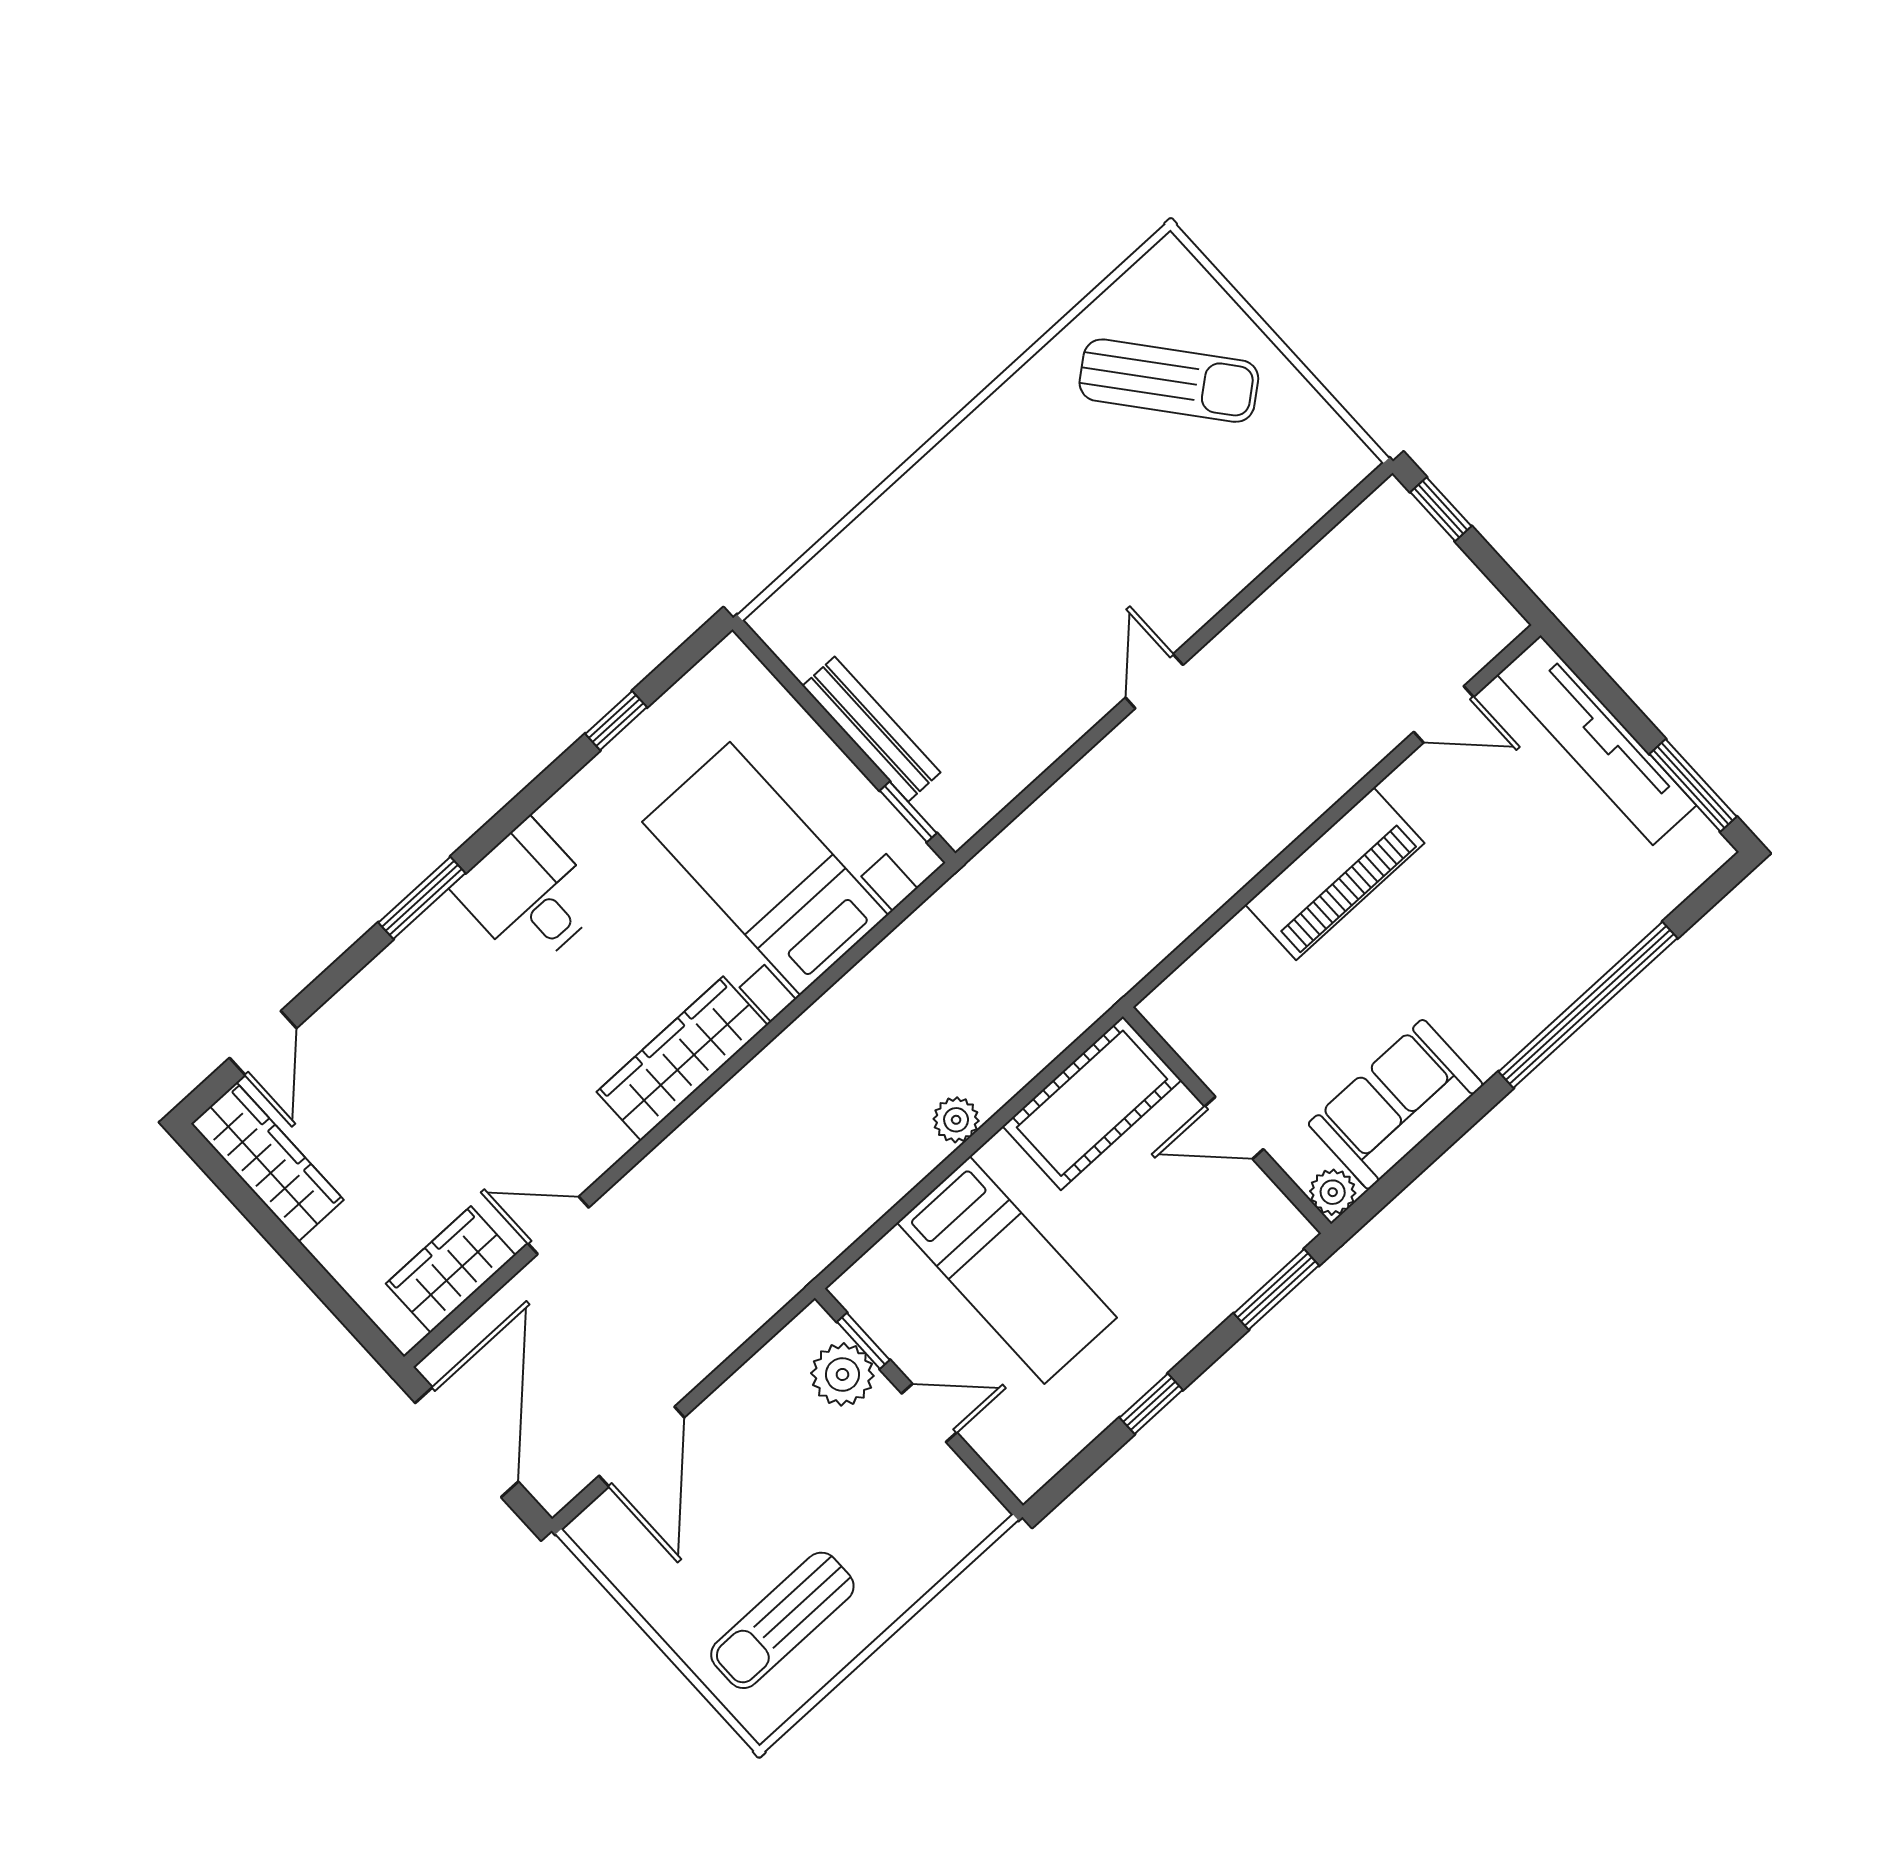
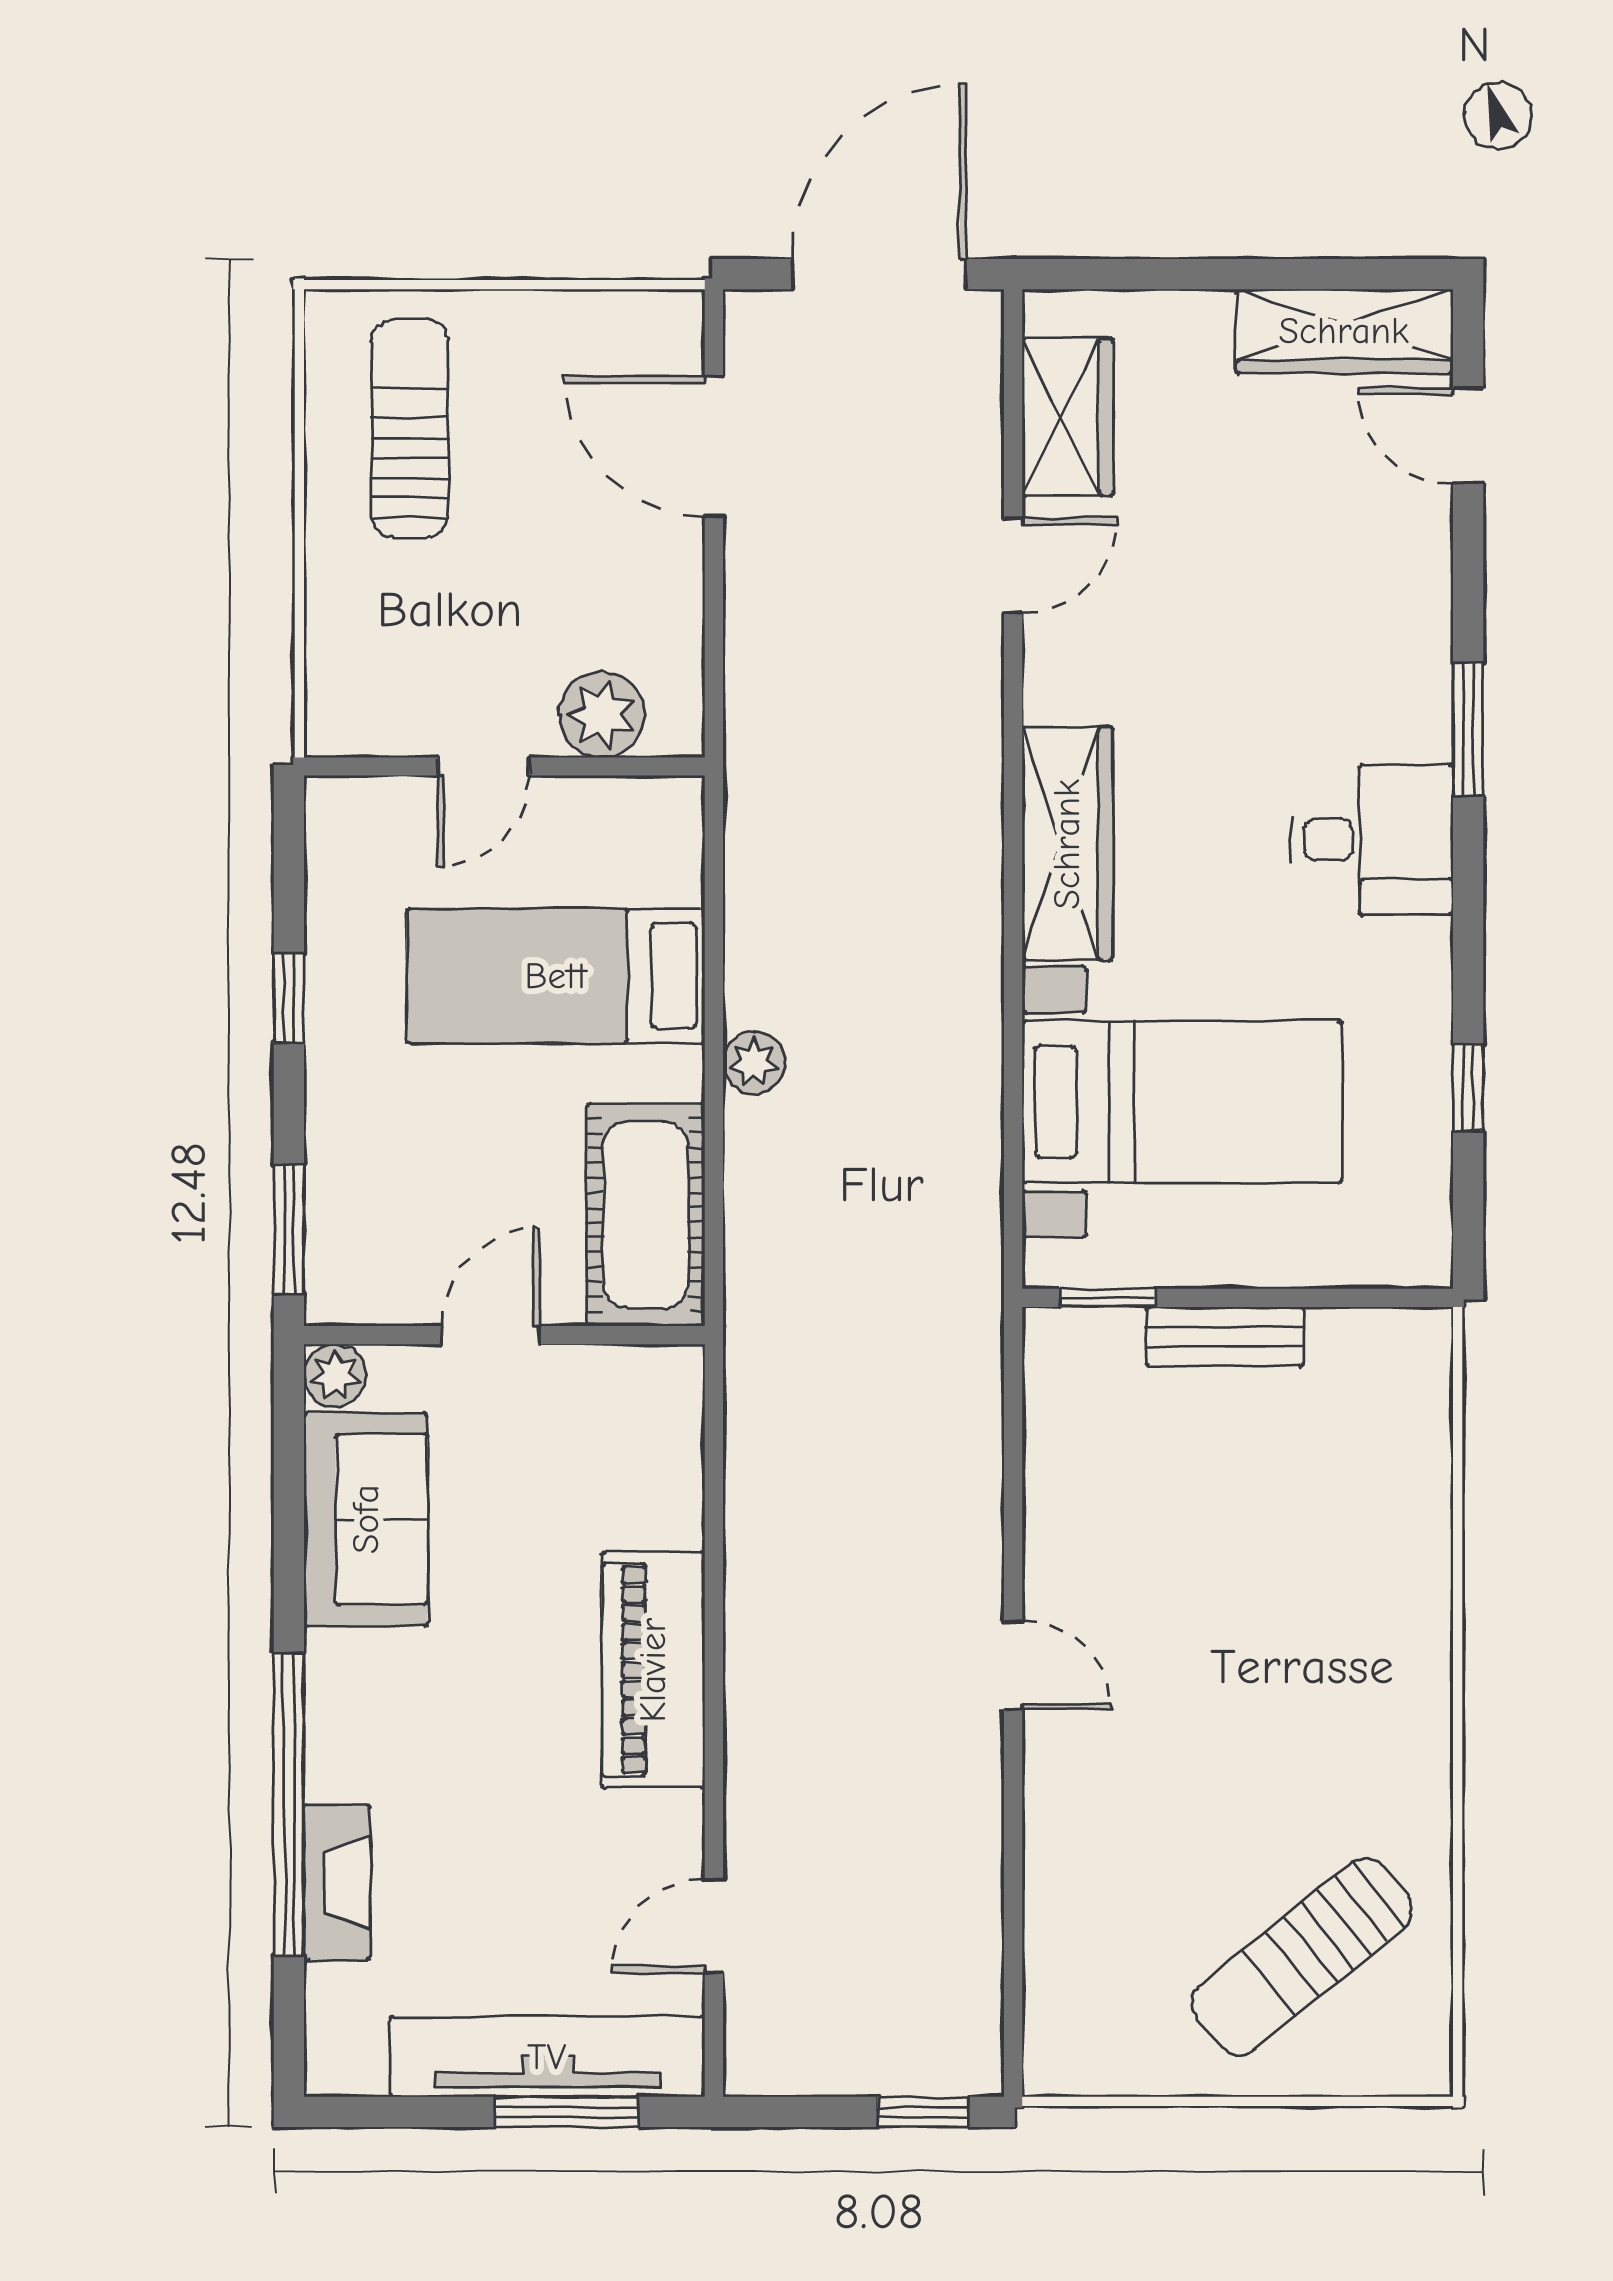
bench: (871, 729) -> (1225, 1337), width x0.73
window: (1693, 785) -> (567, 2112), moved
fireplace: (1606, 940) -> (337, 1882), added
window: (863, 1341) -> (617, 767), removed
door: (467, 1442) -> (879, 274), swing flipped

